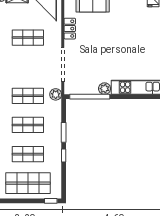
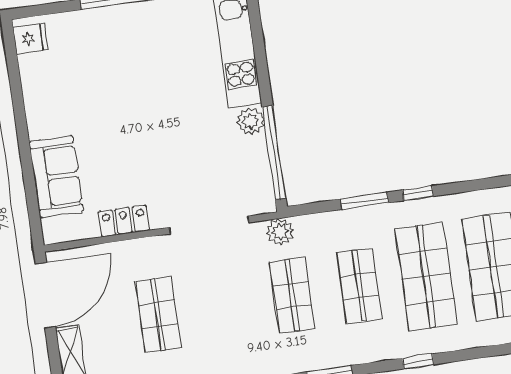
shop shelf: (28, 154) -> (426, 276), width x1.43, depth x1.36

